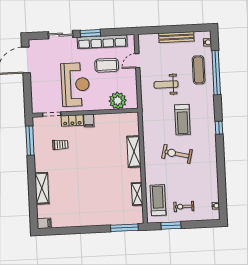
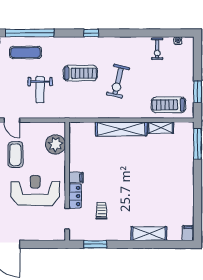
window: (30, 141) -> (95, 244), width x0.69
shelving: (134, 152) -> (121, 129), width x1.47
exercise bike: (184, 206) -> (157, 49), moved

